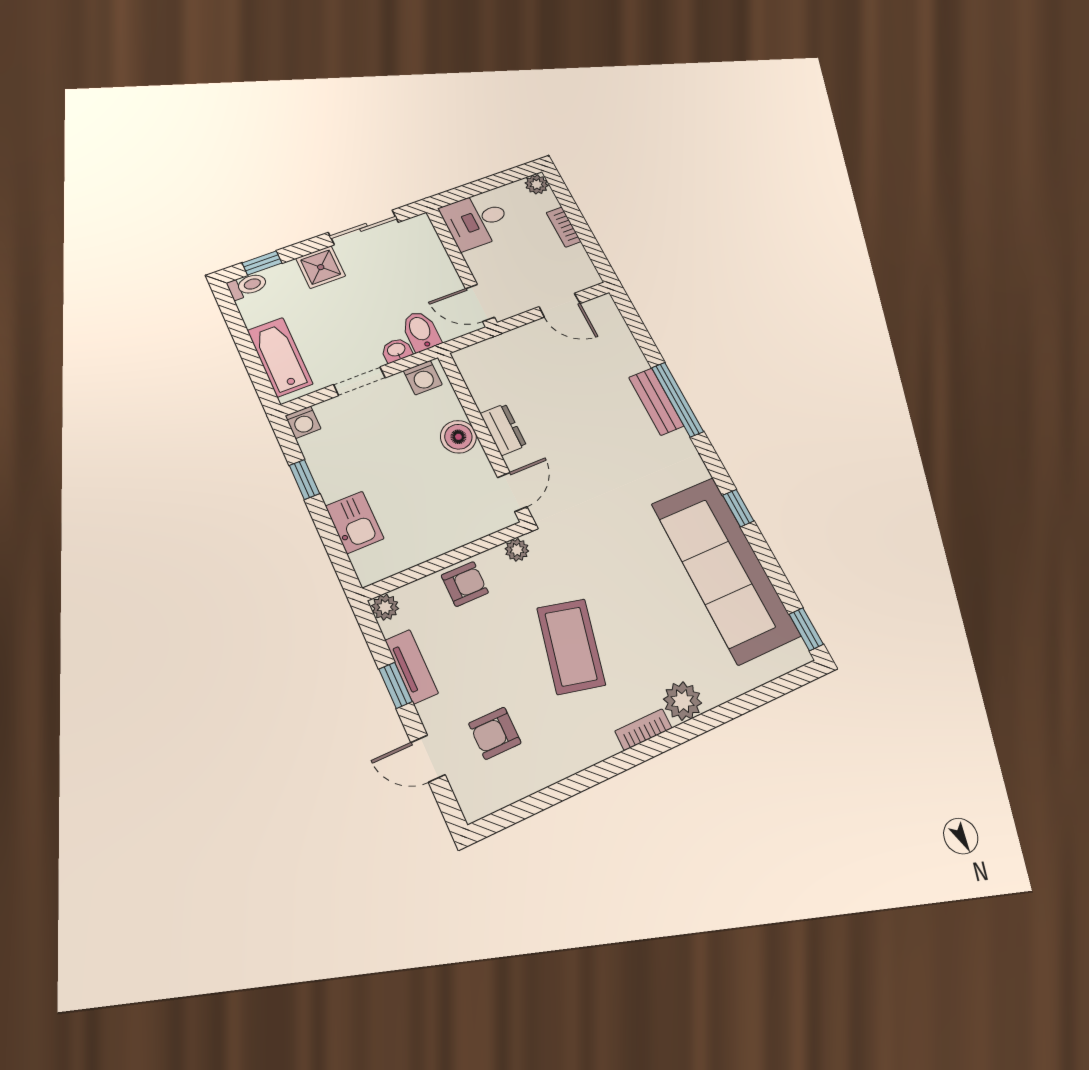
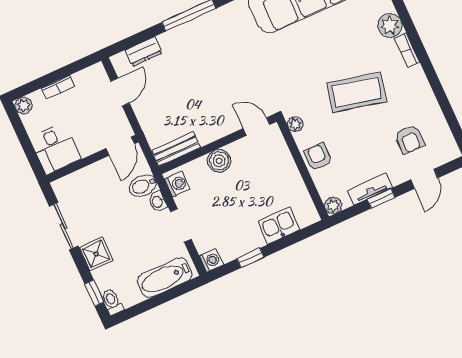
bench: (656, 402) -> (176, 149), moved
dresser: (503, 429) -> (143, 52), moved, turned 180

